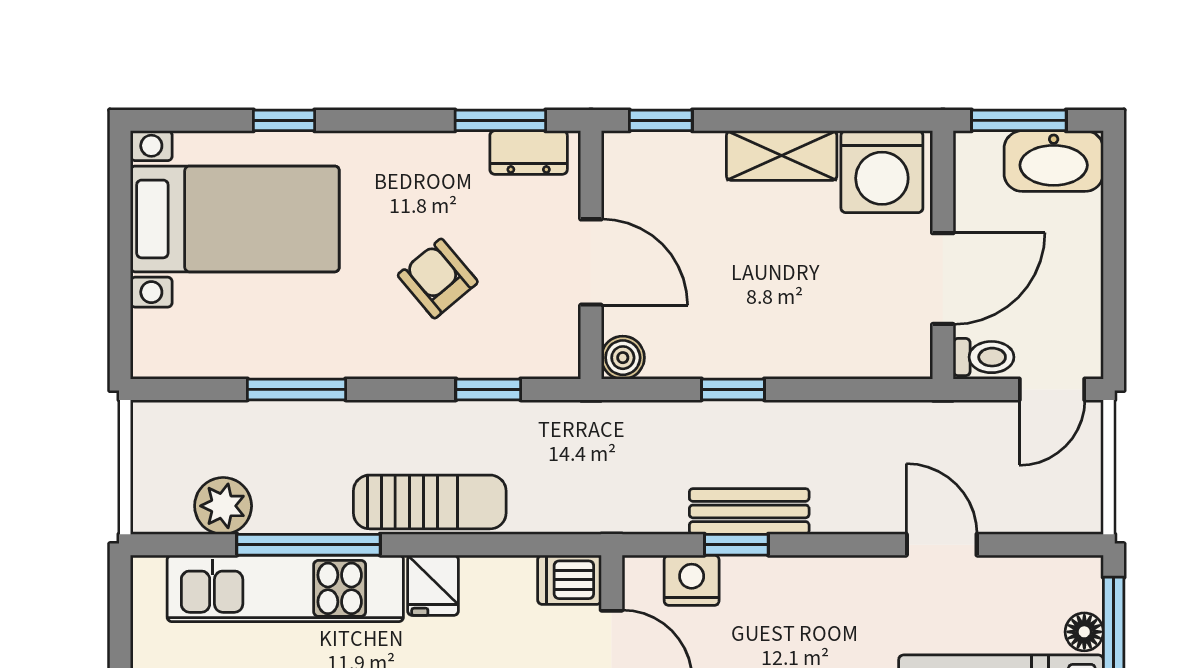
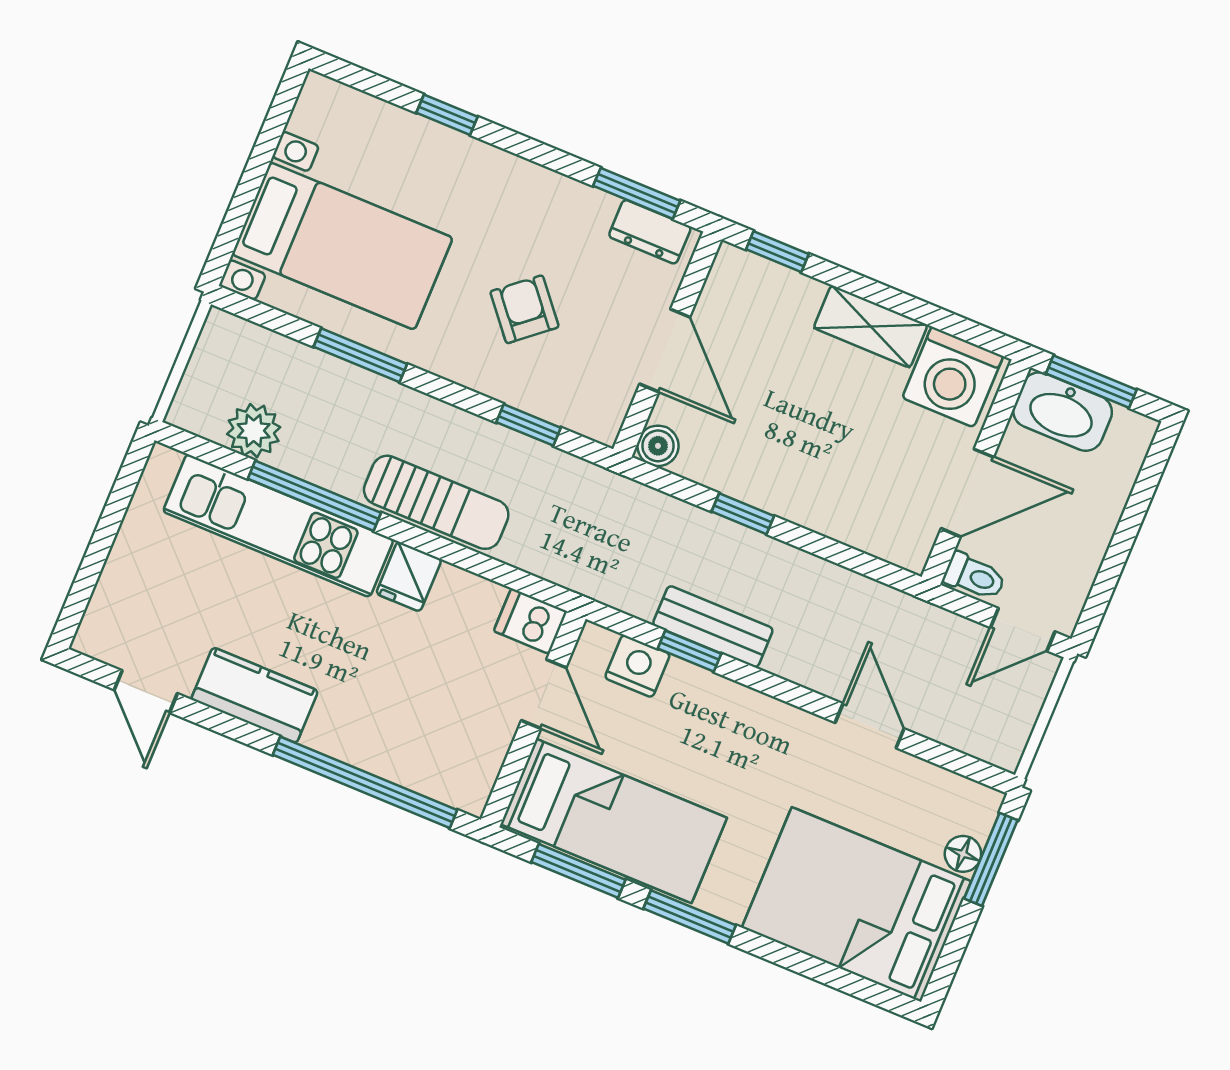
washbasin: (1054, 161) -> (1063, 412), moved
bed with nightstands: (235, 219) -> (342, 246), moved

